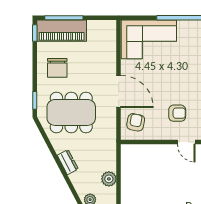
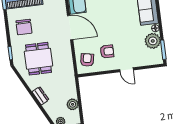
door: (119, 91) -> (70, 28), moved
dining table: (71, 112) -> (38, 59), width x0.73
armchair: (177, 113) -> (107, 51), moved

